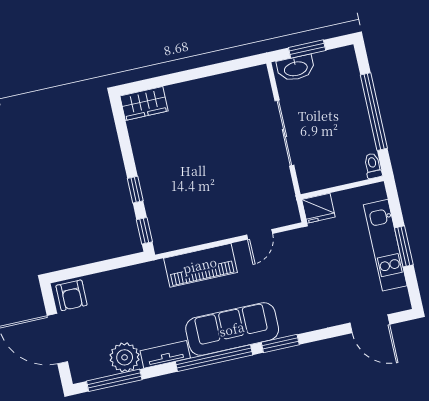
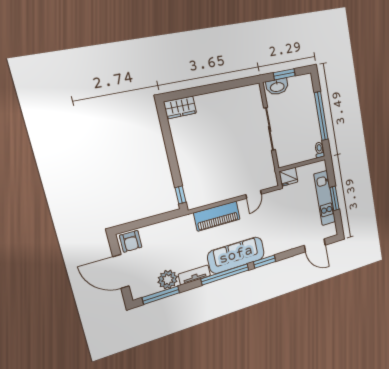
window: (135, 190) -> (174, 167), removed

